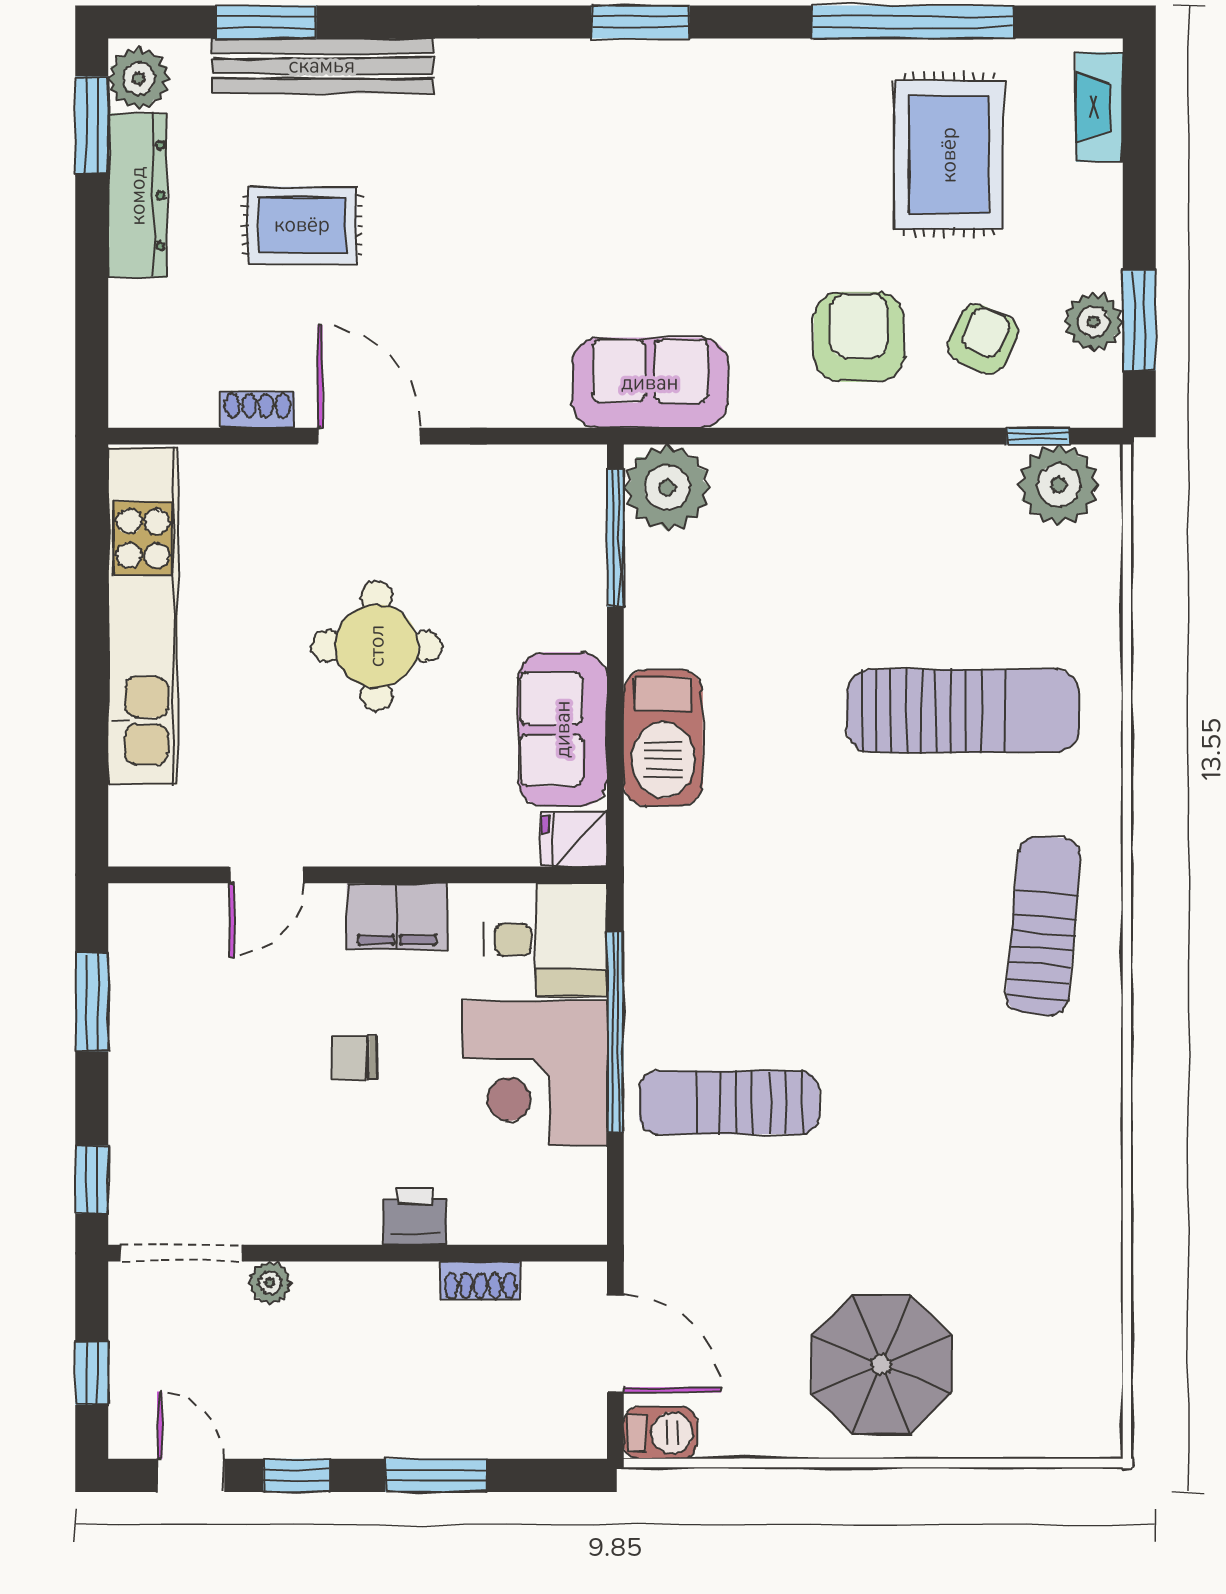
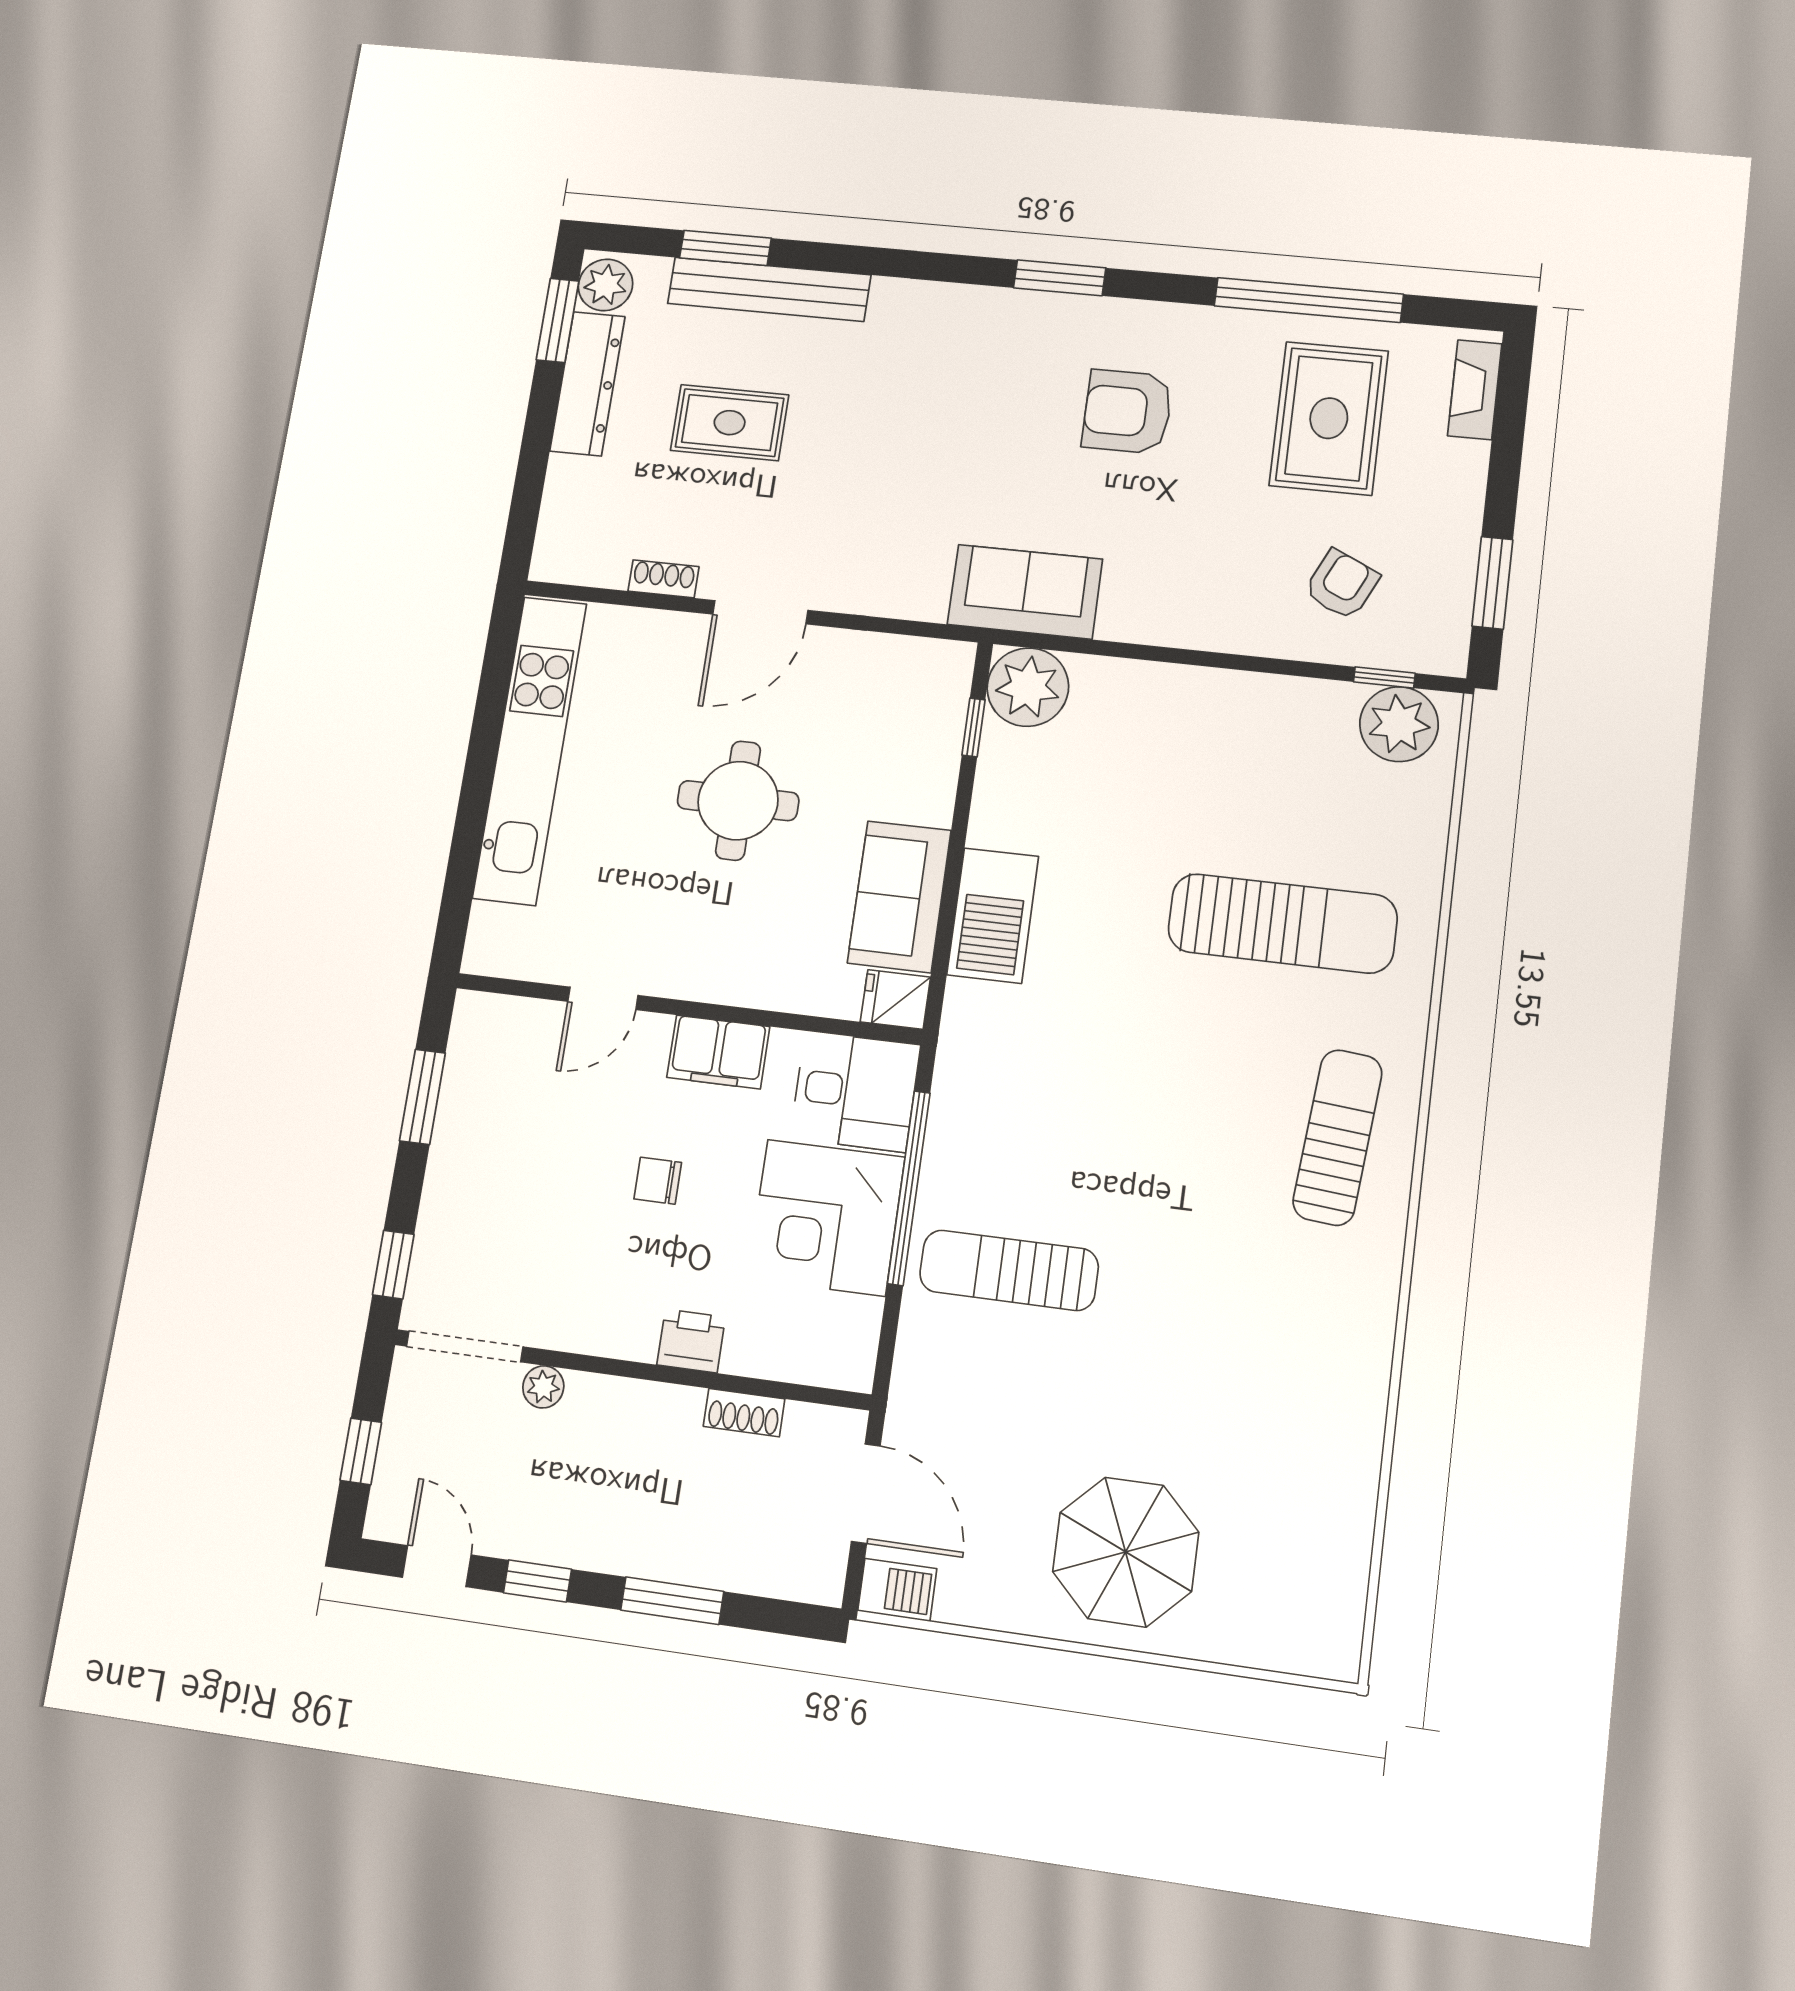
plant: (1093, 322) -> (1448, 580), removed
armchair: (859, 337) -> (1127, 412), moved, turned -90
door: (369, 436) -> (760, 612), swing flipped
window: (615, 538) -> (974, 727), width x0.46

